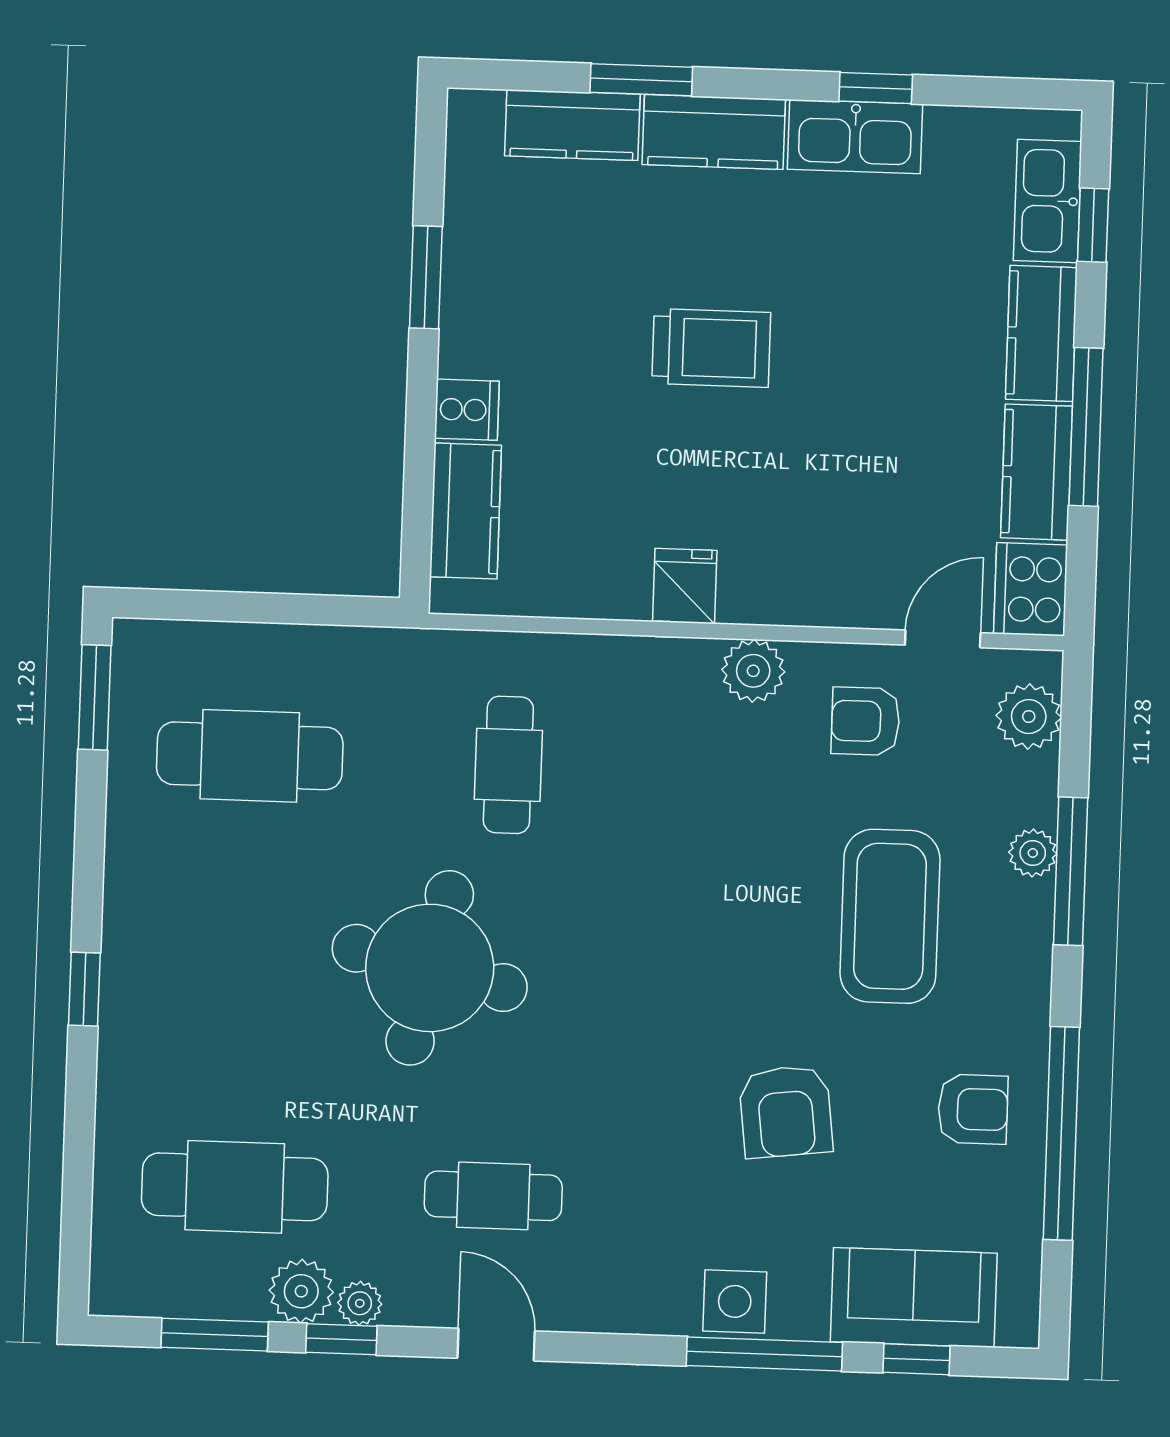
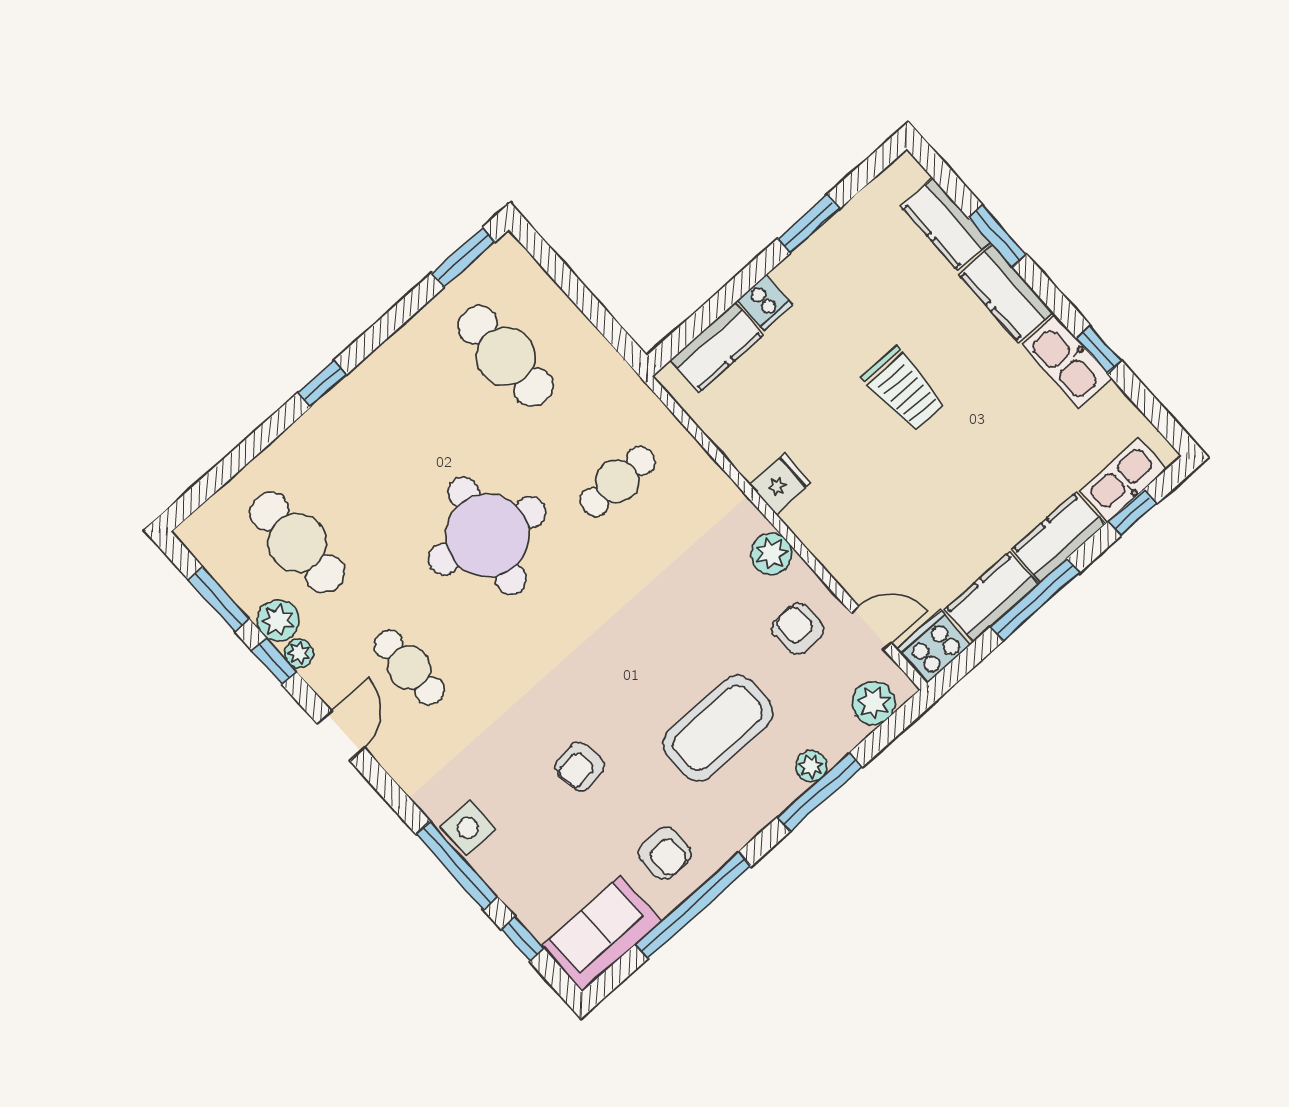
armchair: (786, 1112) -> (580, 767), width x0.72, depth x0.72
sofa: (914, 1297) -> (601, 934), moved, turned -90

